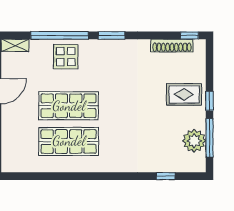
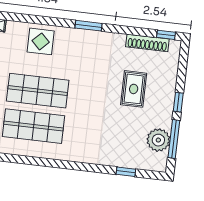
window: (60, 35) -> (37, 20), removed
rug: (184, 94) -> (134, 89), moved, turned 90

